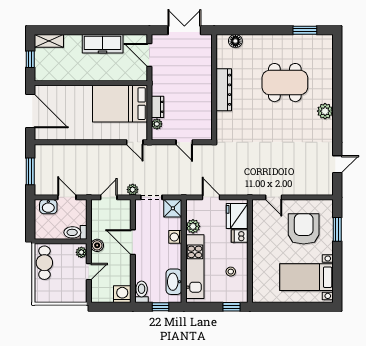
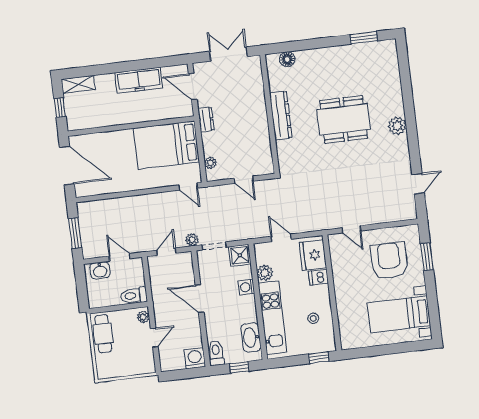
dining table: (285, 83) -> (344, 119), moved
dresser: (158, 107) -> (206, 120), moved
boiler: (97, 245) -> (160, 307), removed

